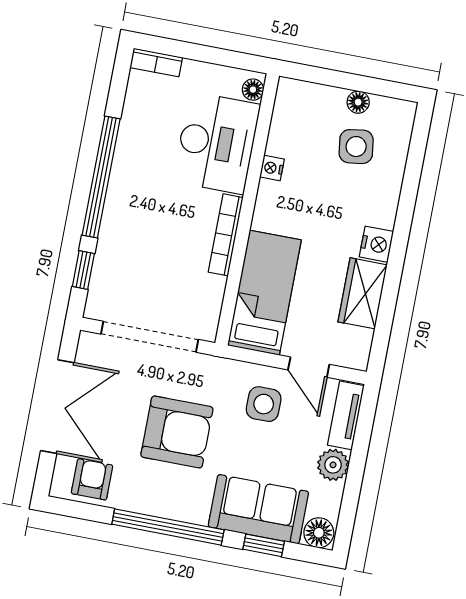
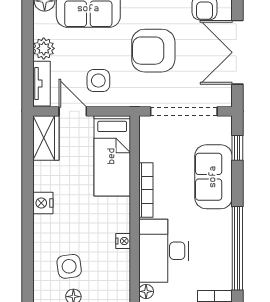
window: (101, 177) -> (237, 248), moved
sofa: (125, 235) -> (213, 177), added
wardrobe: (363, 293) -> (46, 138), moved

